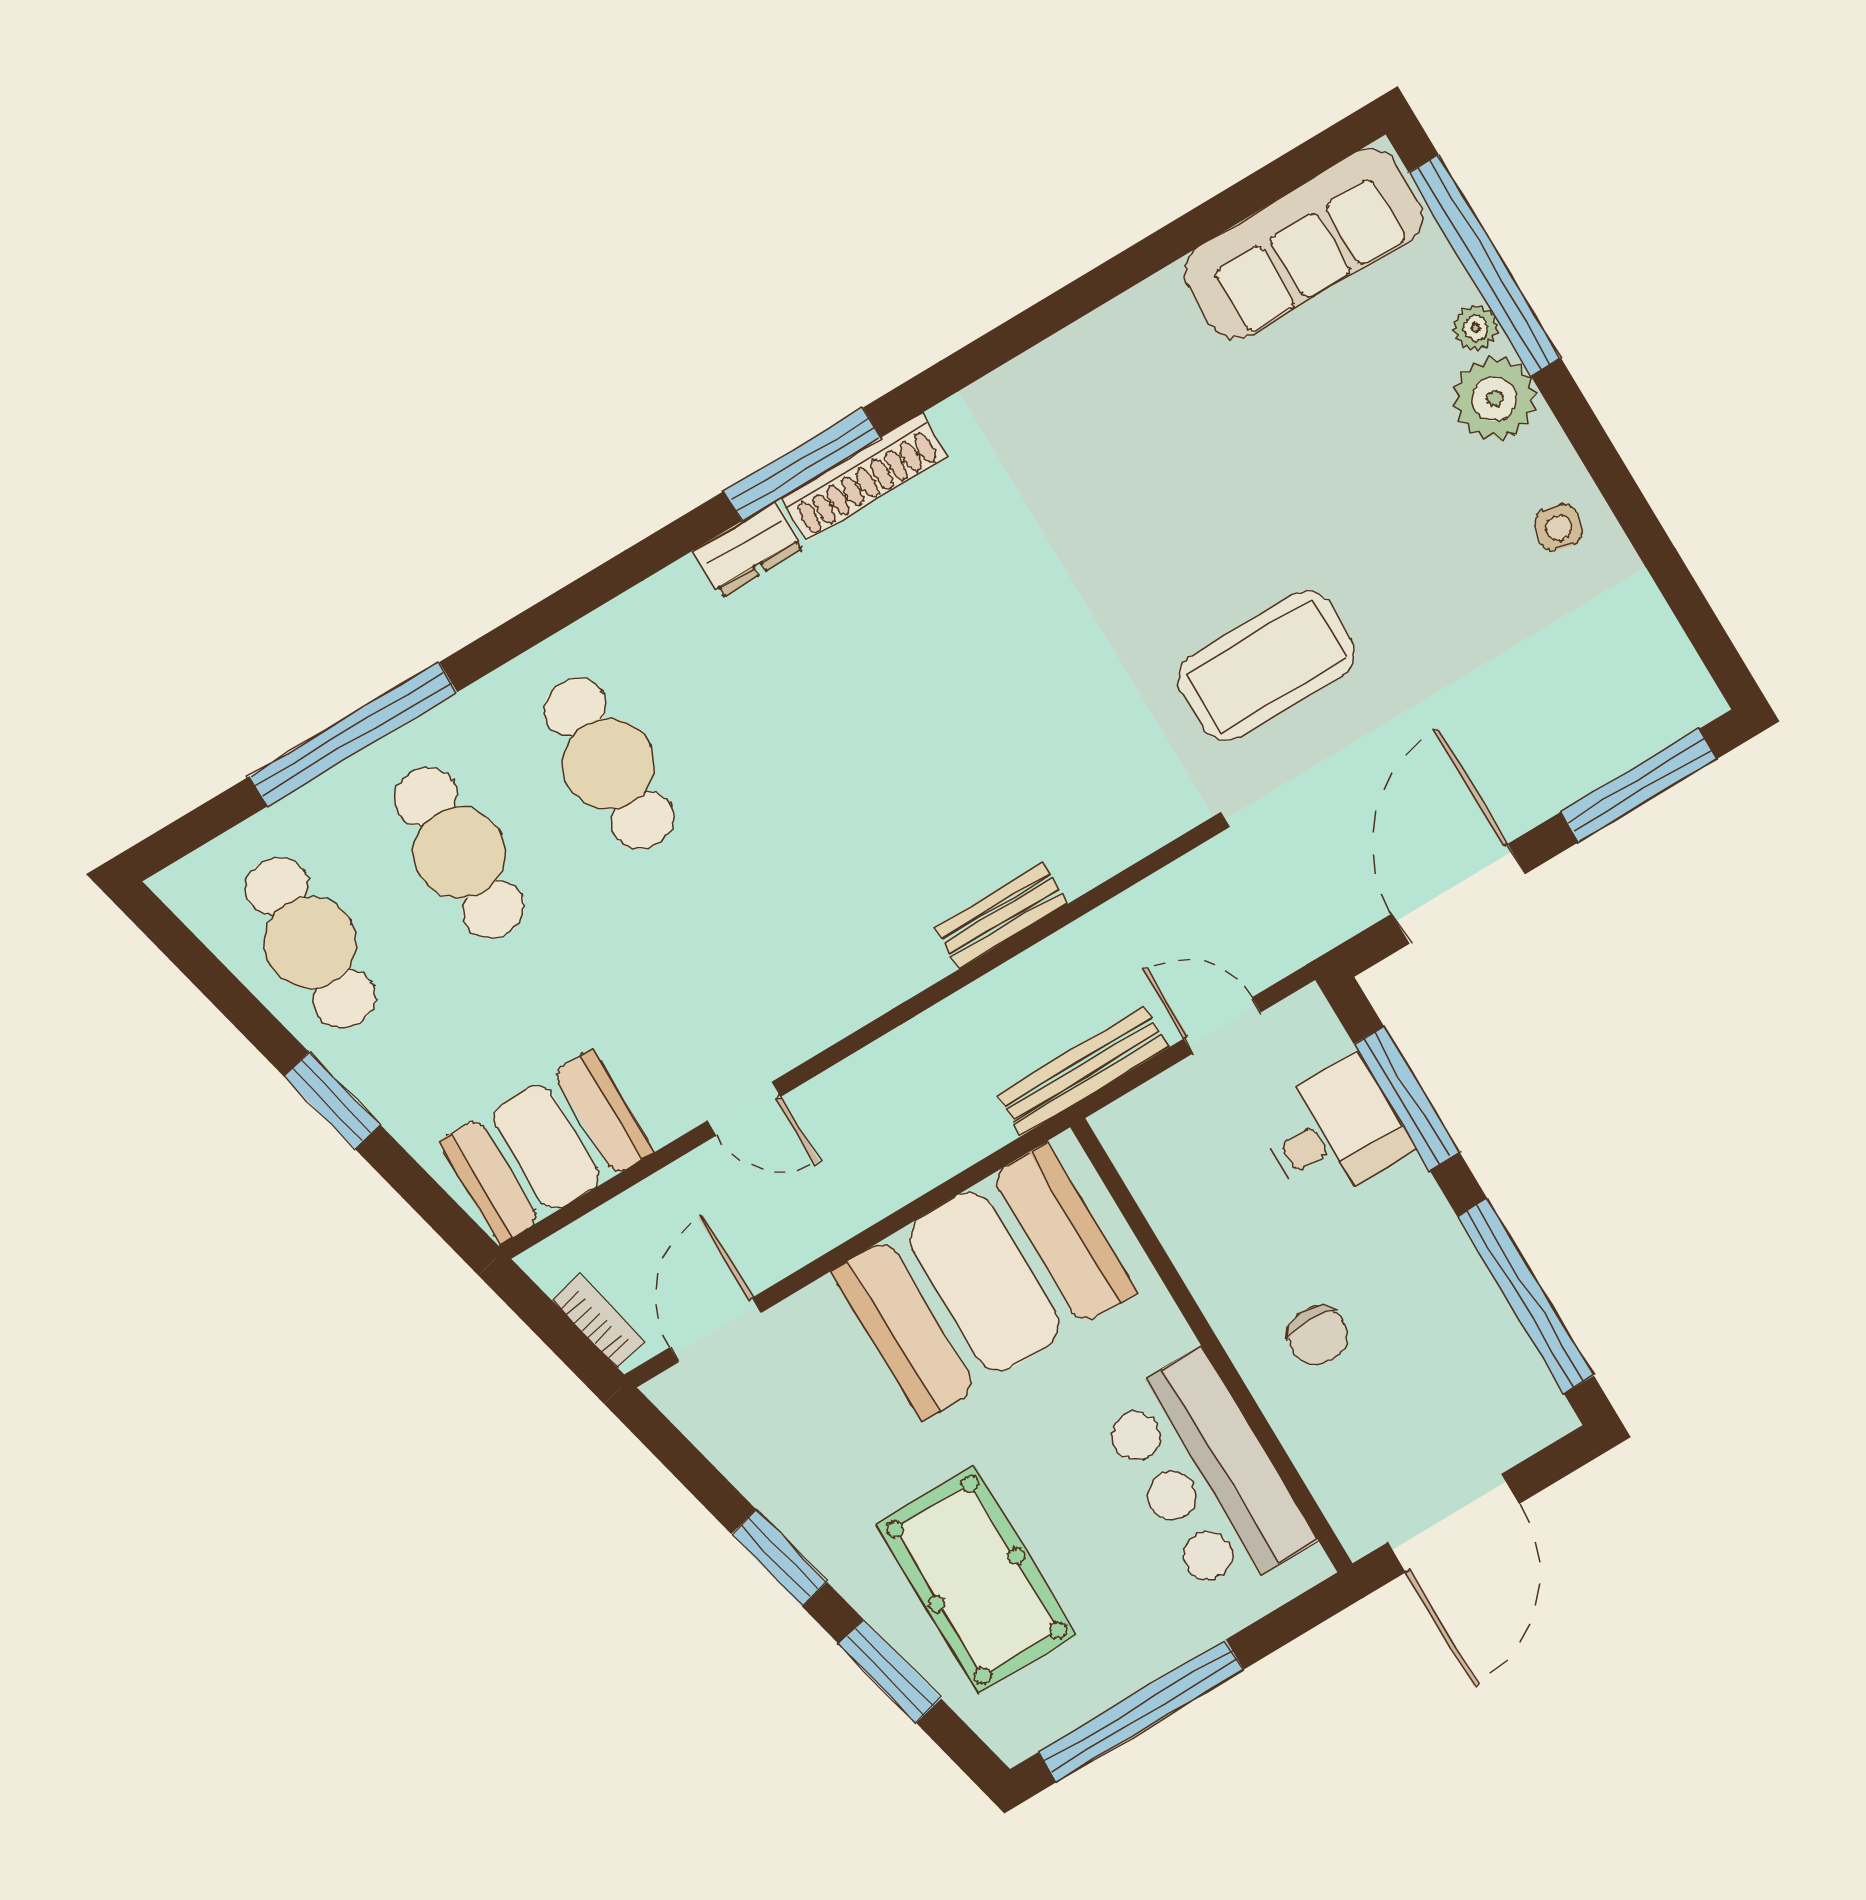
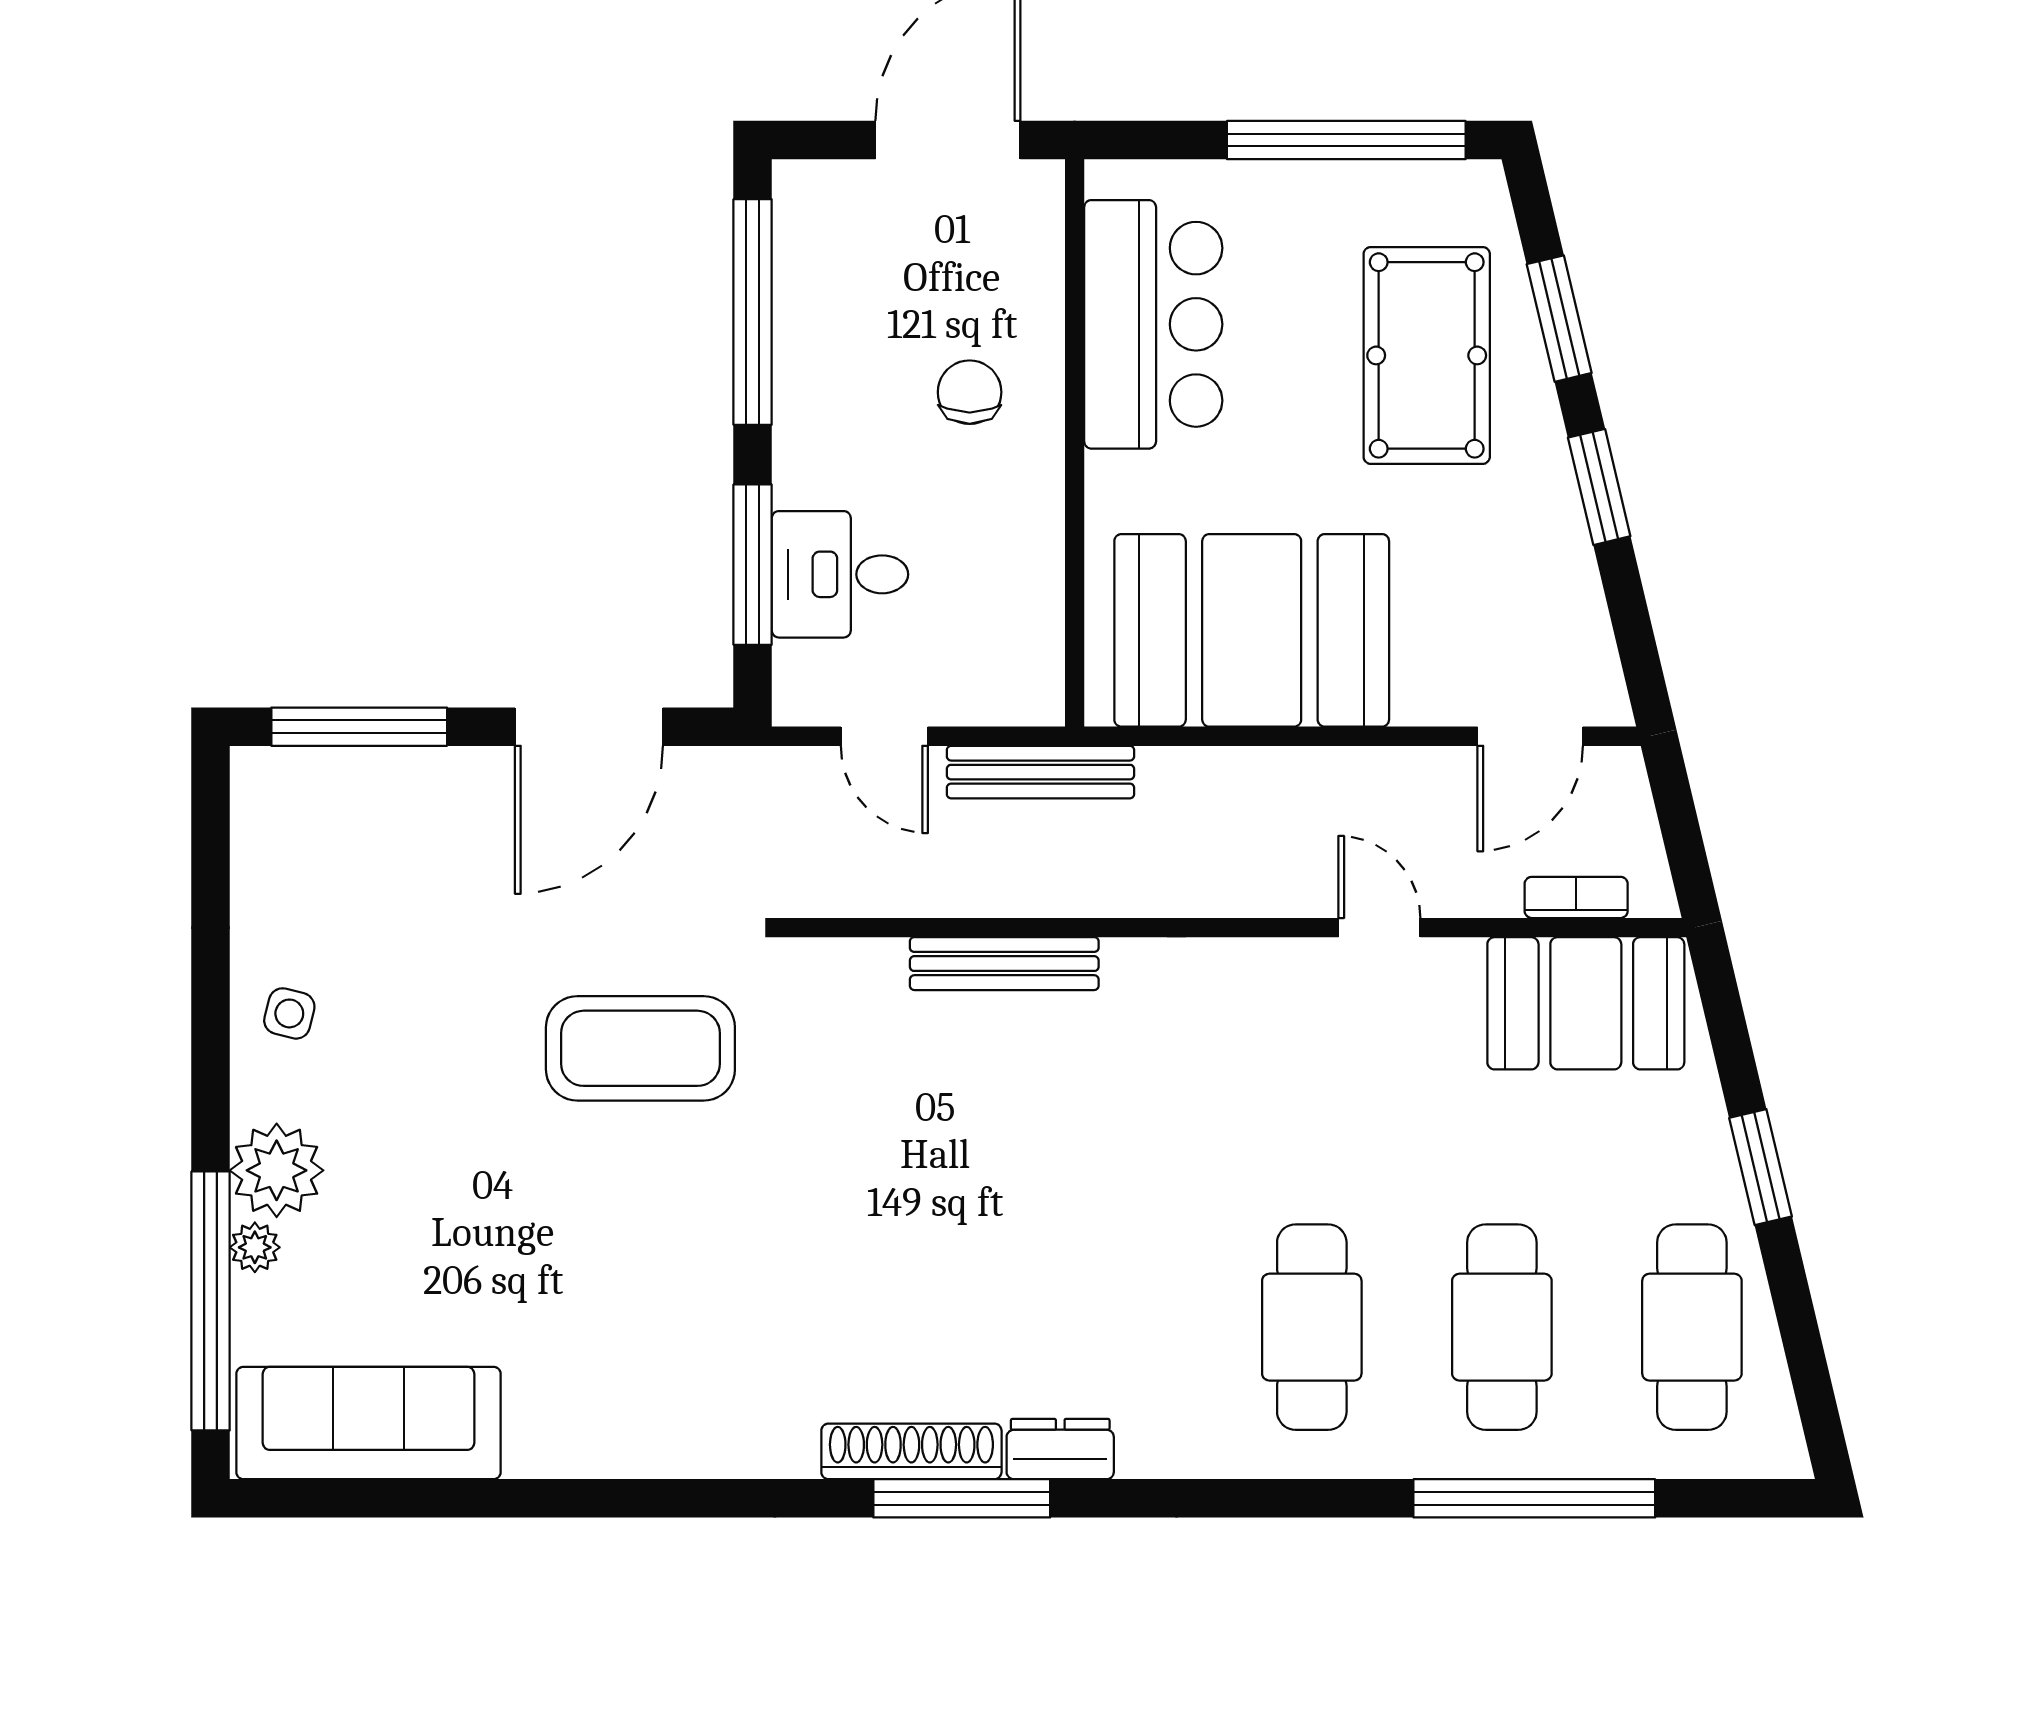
bench: (1001, 916) -> (1004, 964), width x1.36
bookcase: (598, 1321) -> (1576, 897), moved, turned 103

